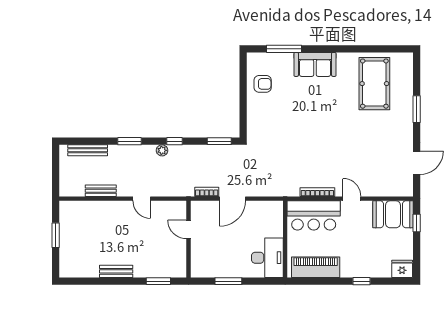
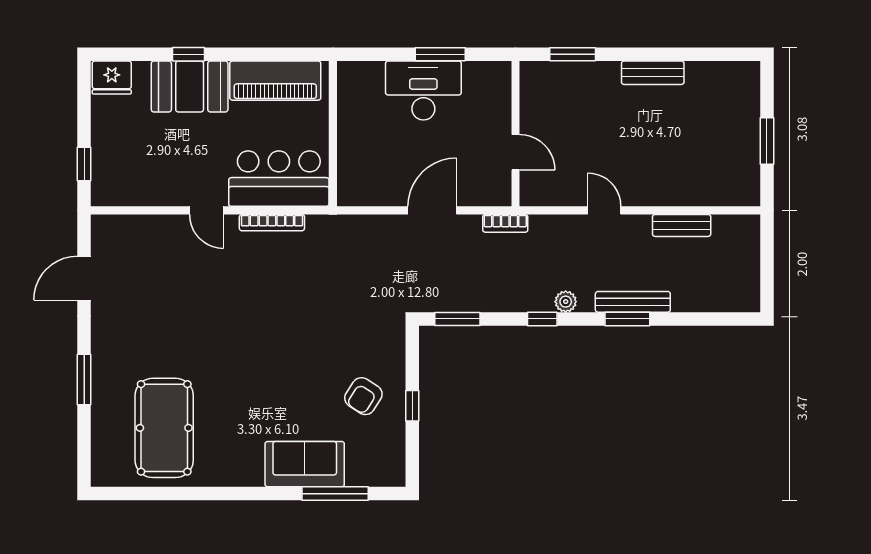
sofa: (315, 64) -> (305, 464), moved
armchair: (263, 84) -> (363, 396), moved, turned -57
window: (243, 95) -> (412, 406), added
bench: (88, 150) -> (633, 302), moved
bookcase: (207, 192) -> (505, 223), moved
booth: (393, 214) -> (190, 86), moved
desk: (267, 258) -> (423, 90), moved, turned 90

